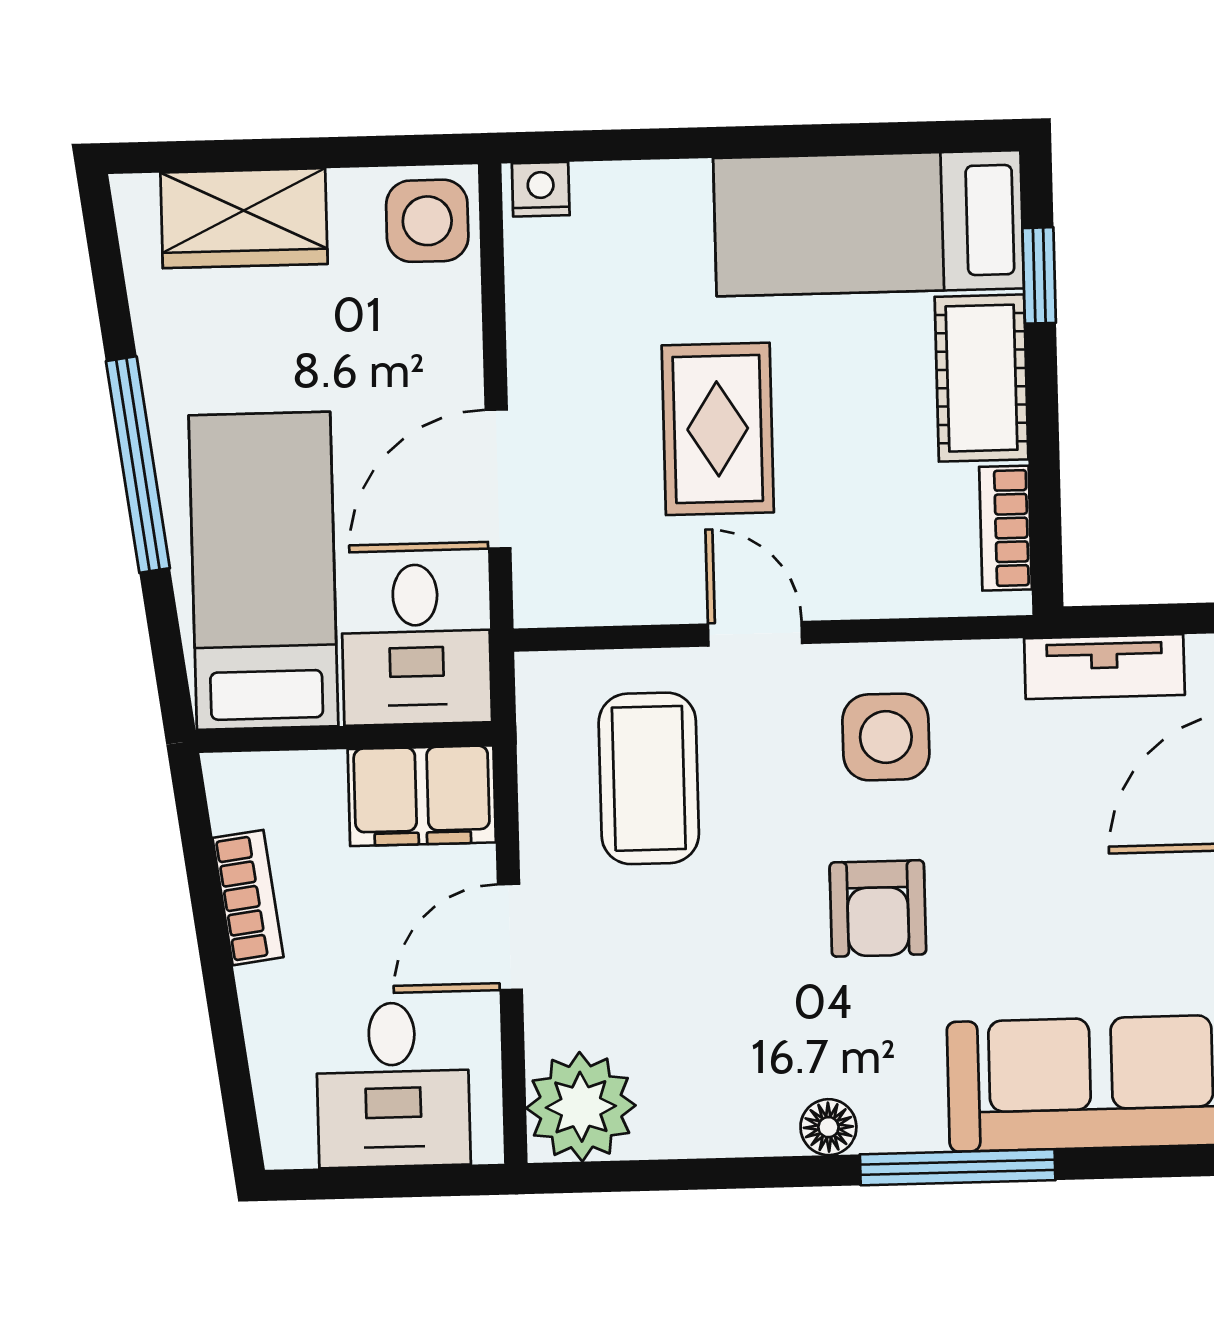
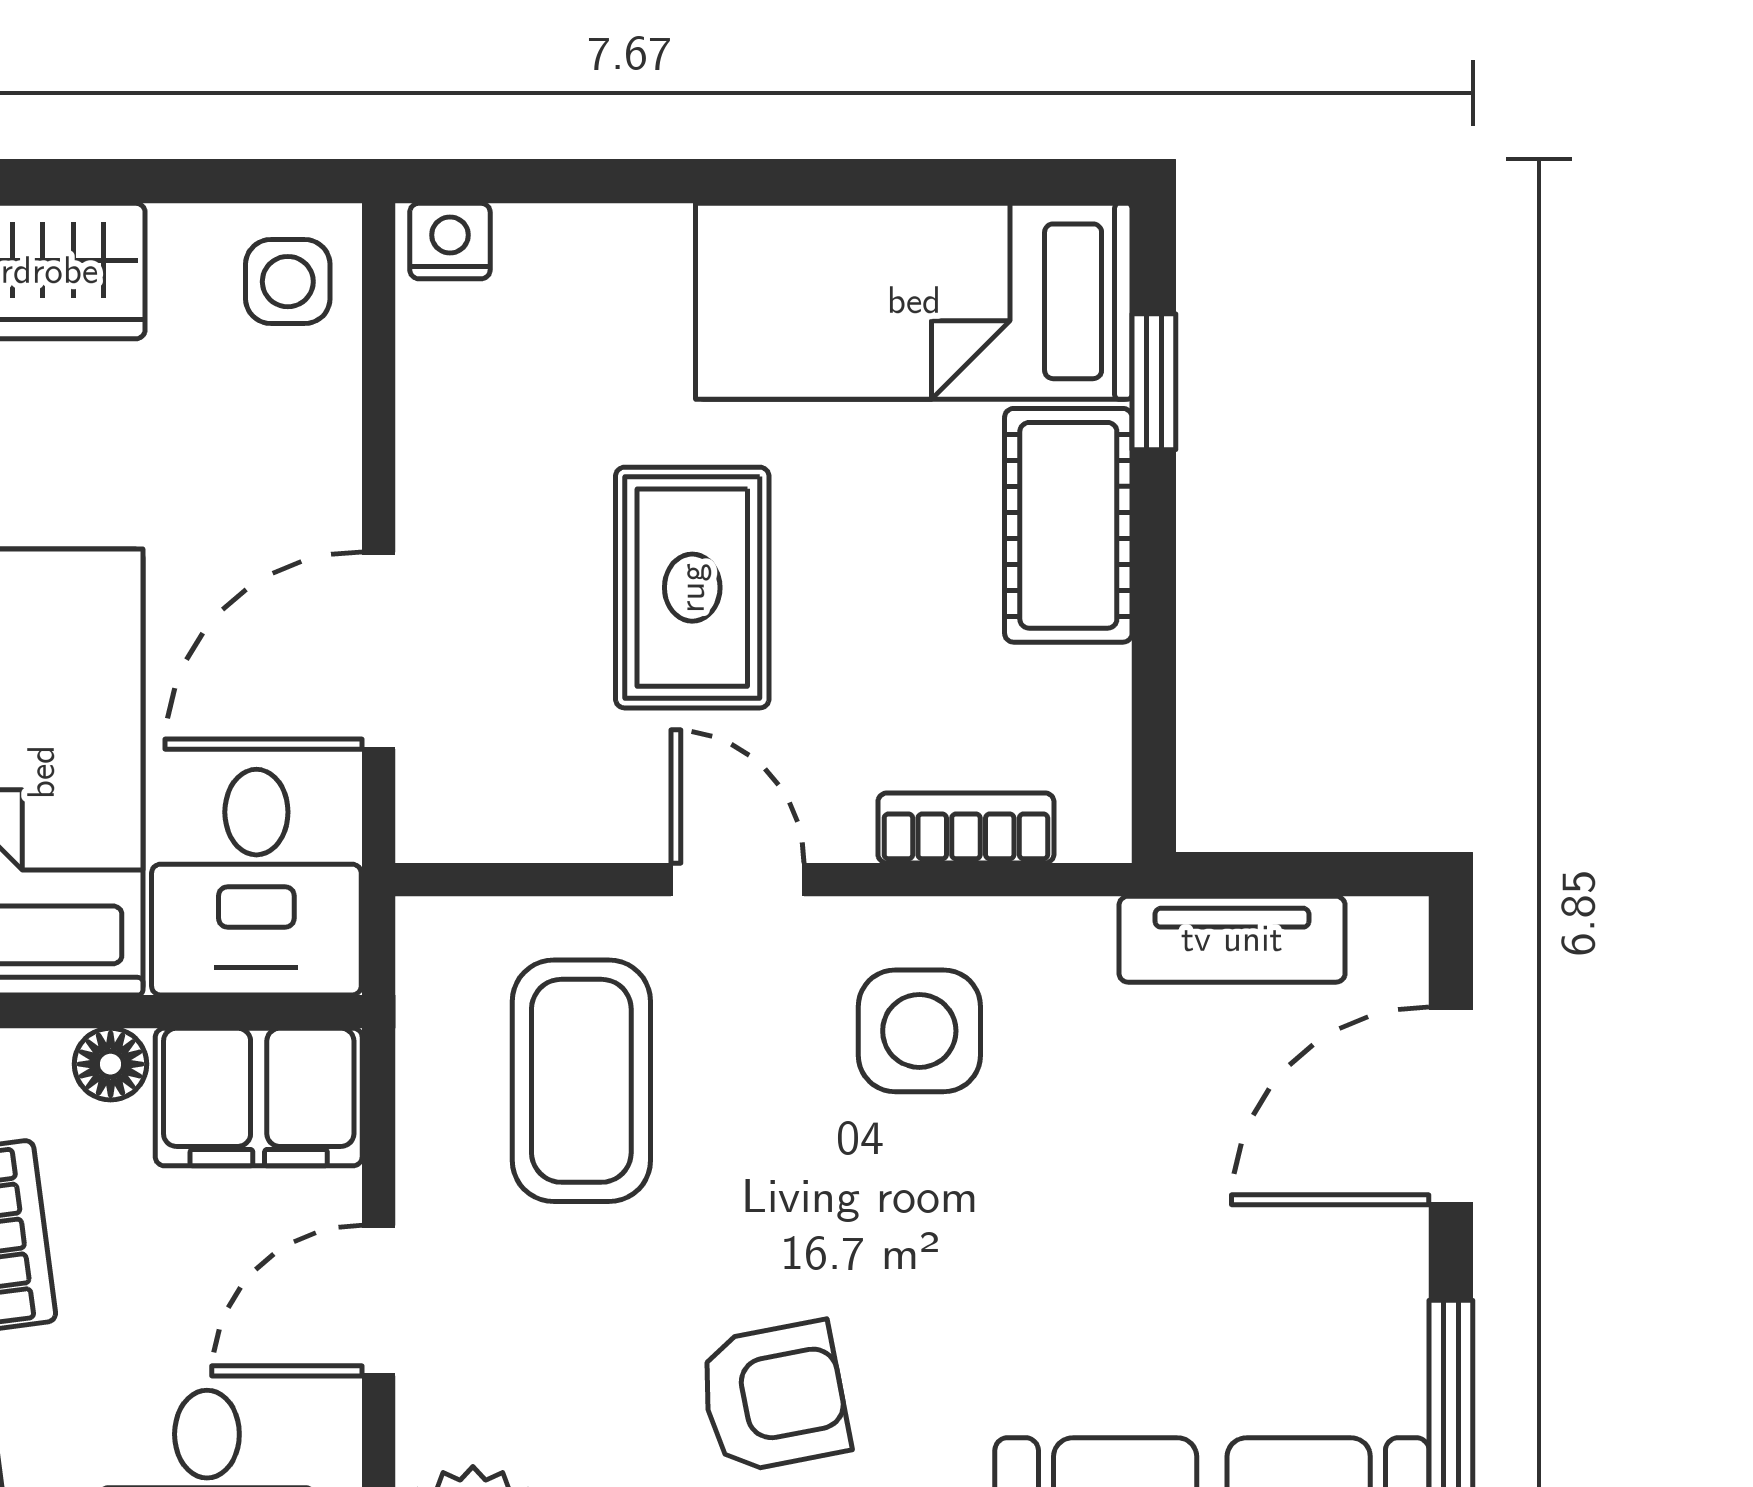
side table: (427, 221) -> (288, 282), width x0.73, depth x0.73
bookcase: (1006, 528) -> (966, 828), moved, turned 90
floor lamp: (317, 775) -> (111, 1064), added
armchair: (878, 908) -> (774, 1397), moved, turned -101

